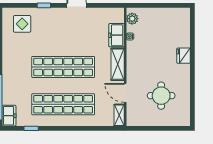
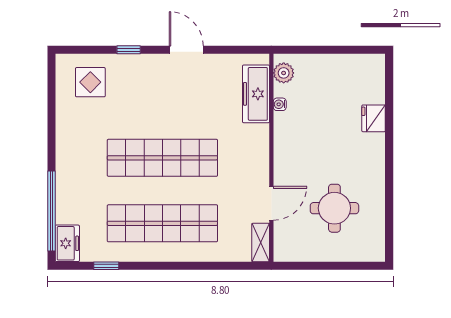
freezer: (116, 35) -> (256, 94), width x1.40
fridge: (183, 56) -> (374, 118), moved
shelving: (118, 64) -> (258, 153), removed
door: (125, 93) -> (271, 203), swing flipped

